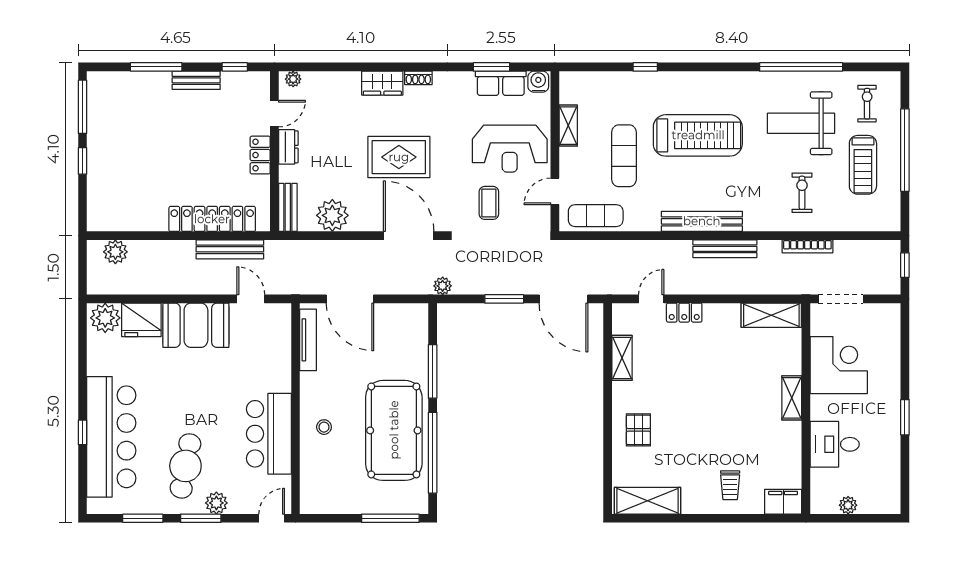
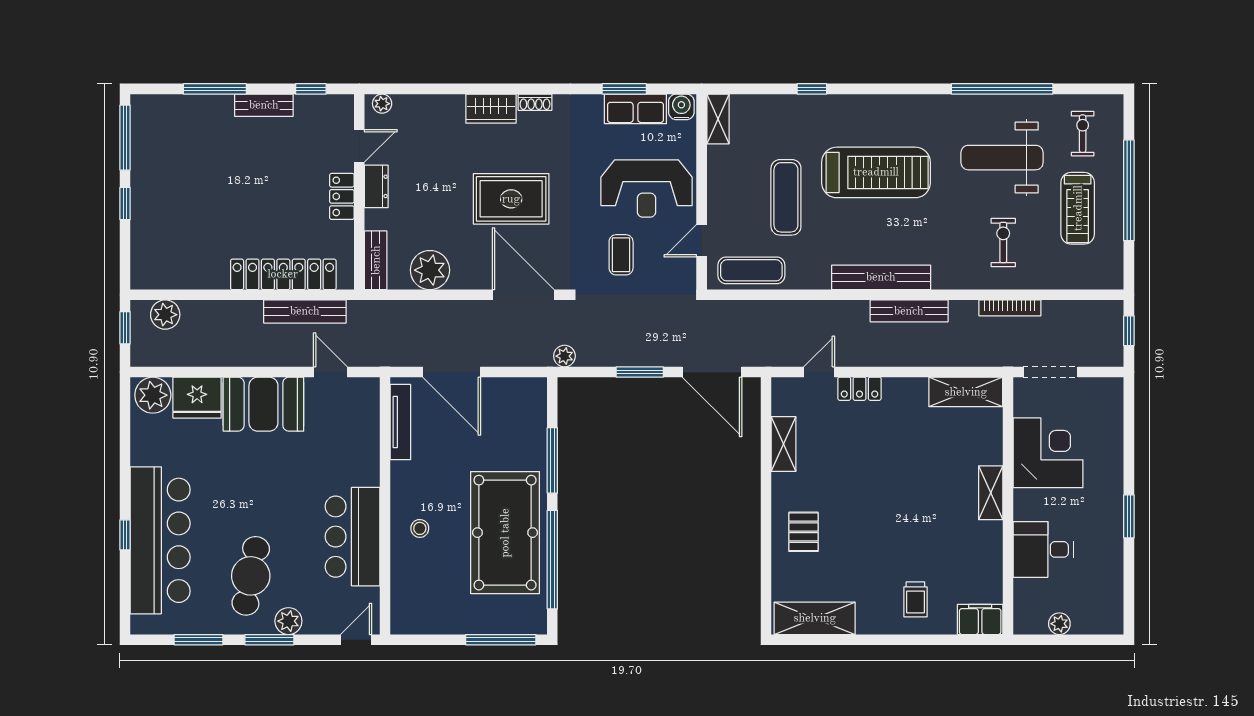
shelving: (568, 126) -> (718, 119), moved
window: (83, 263) -> (125, 328), added

